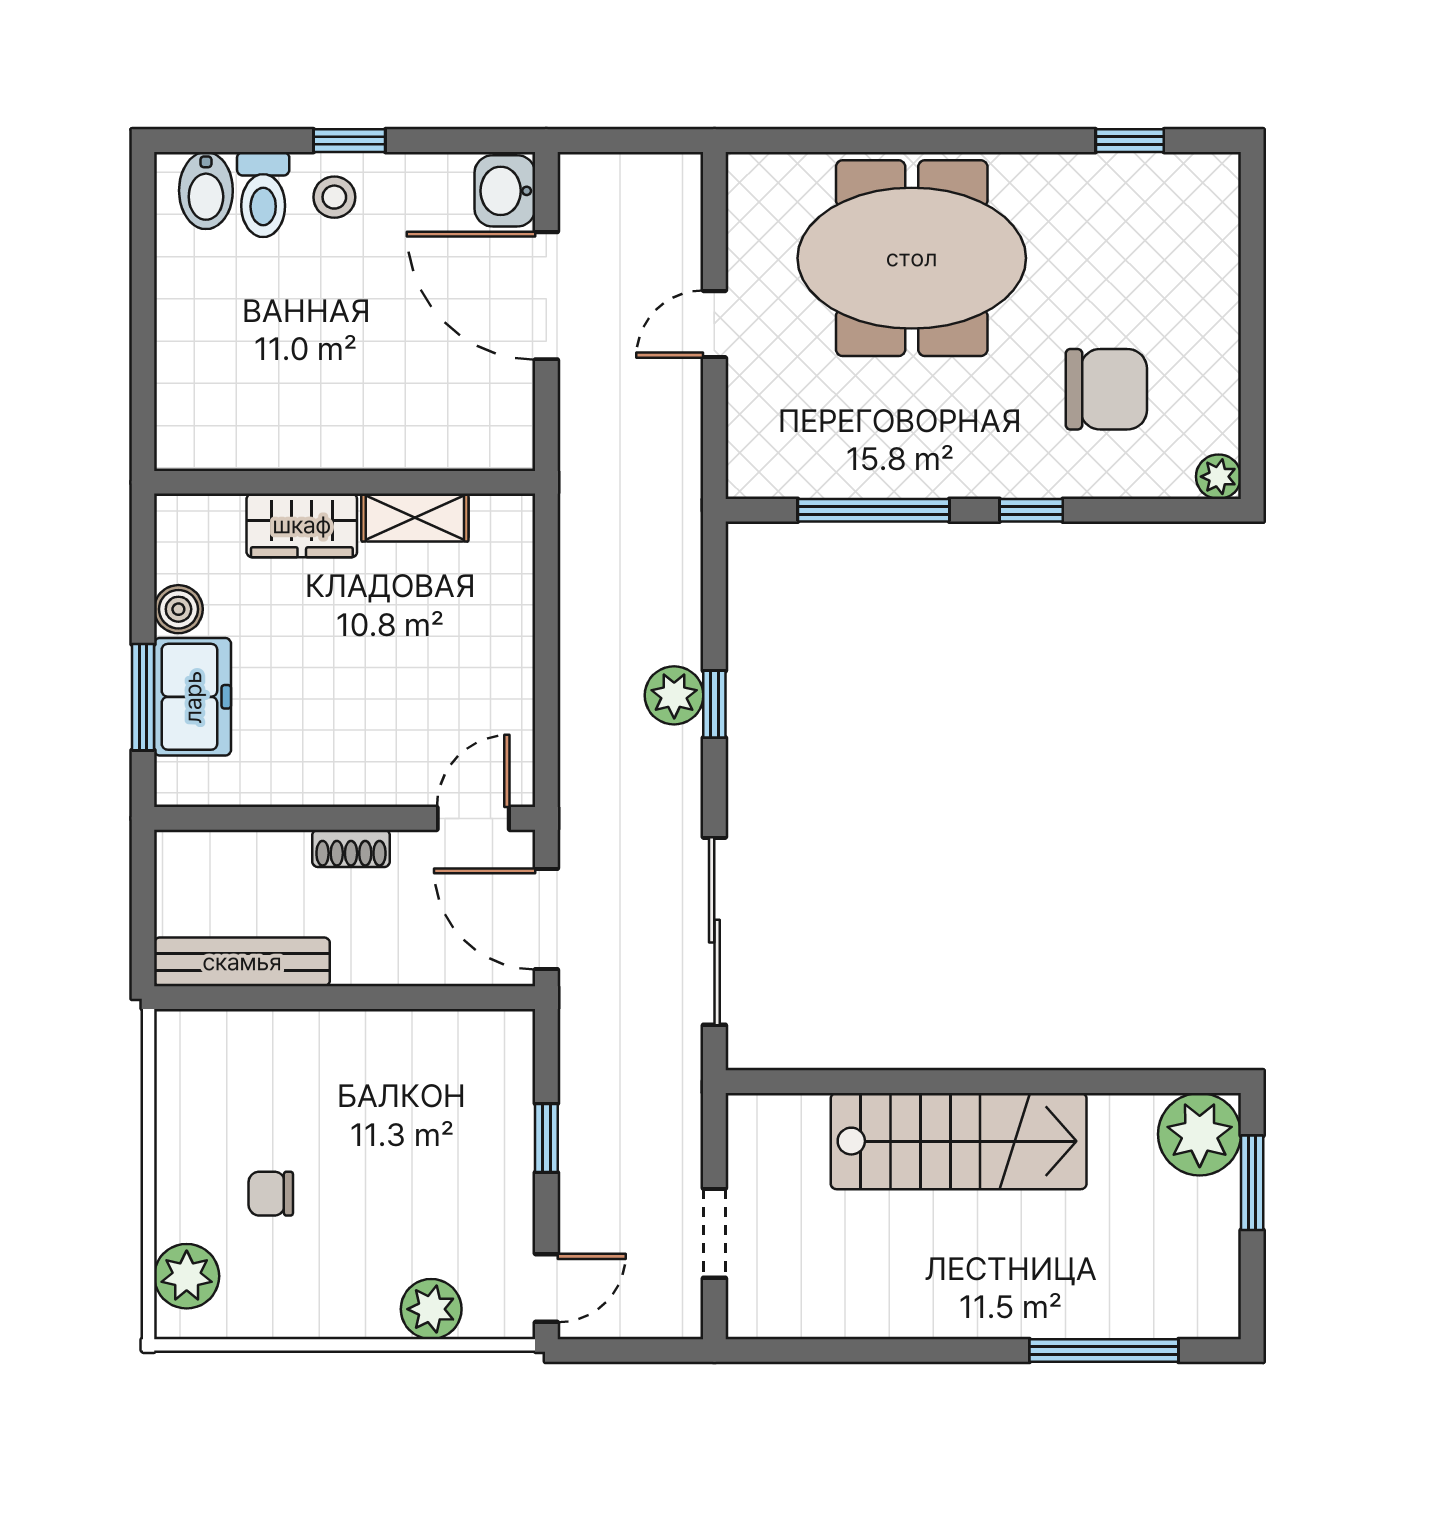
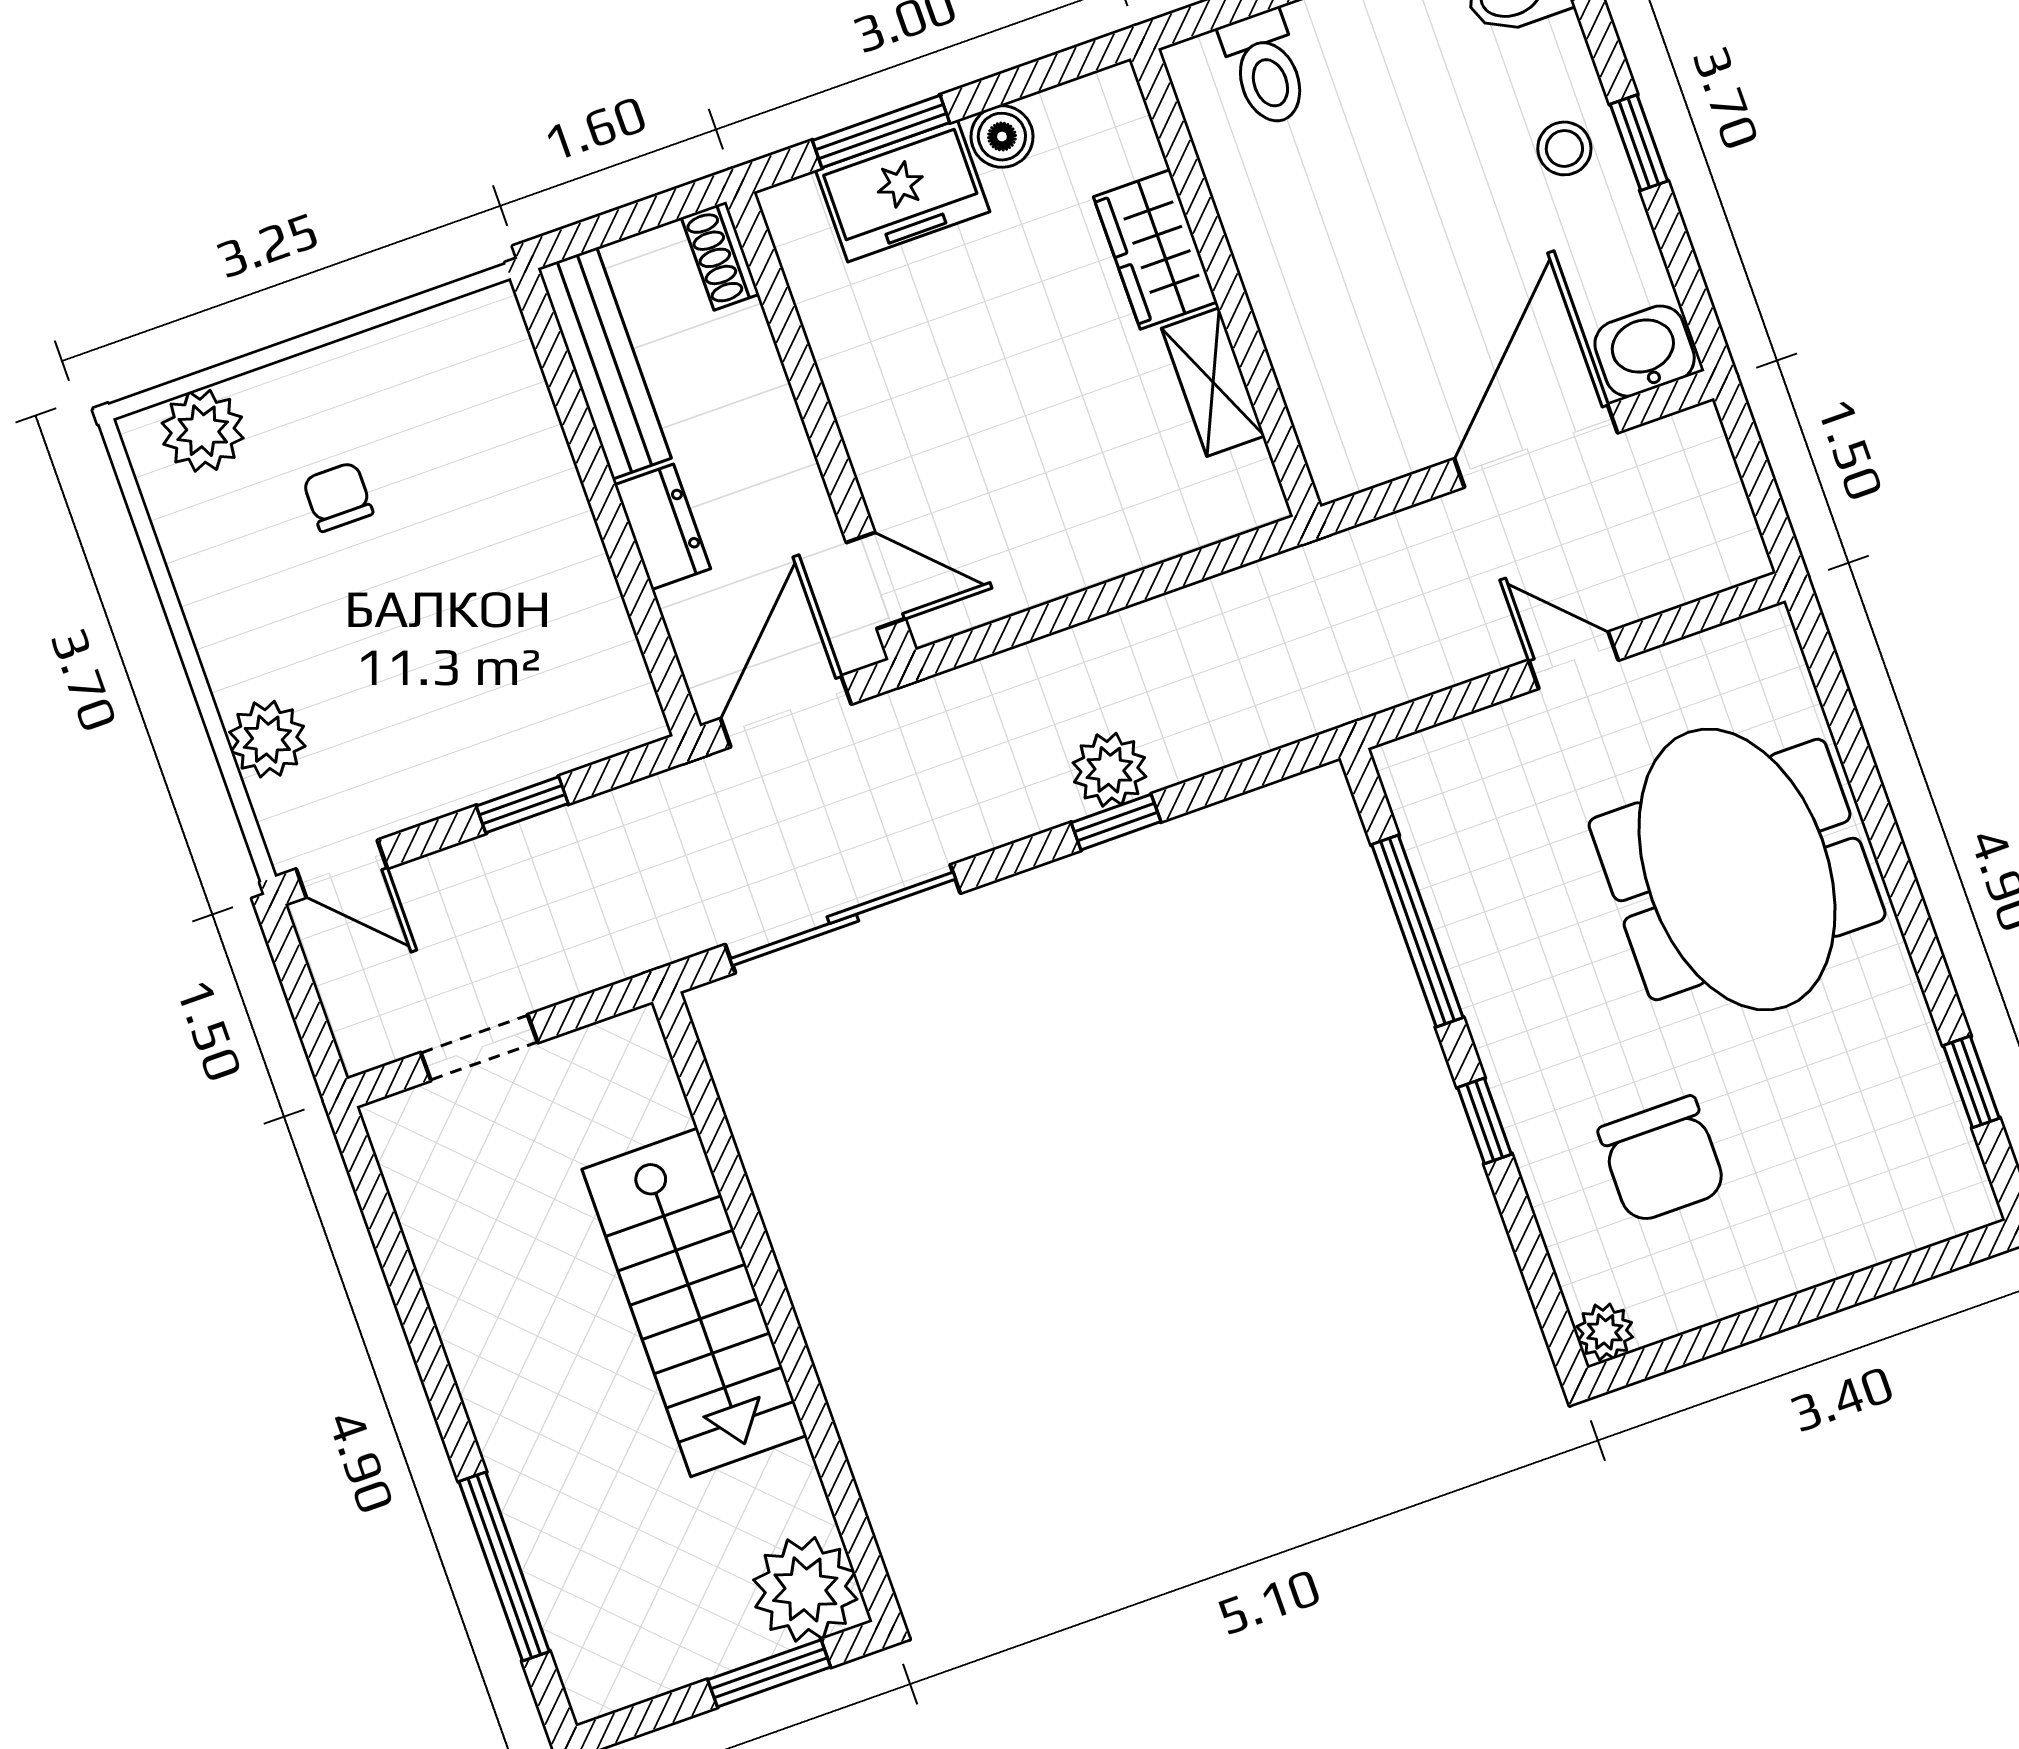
toilet: (263, 195) -> (1265, 68), moved, turned -90
shoe rack: (351, 848) -> (720, 256), moved
dresser: (378, 962) -> (662, 527), added

